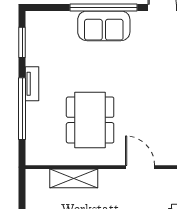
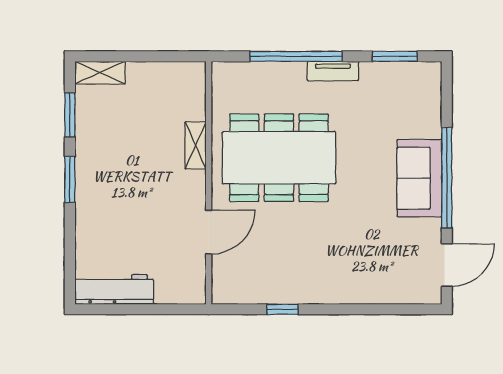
dining table: (90, 120) -> (279, 158), width x1.36, depth x1.24
shelving: (74, 178) -> (196, 145), width x0.67, depth x0.75

